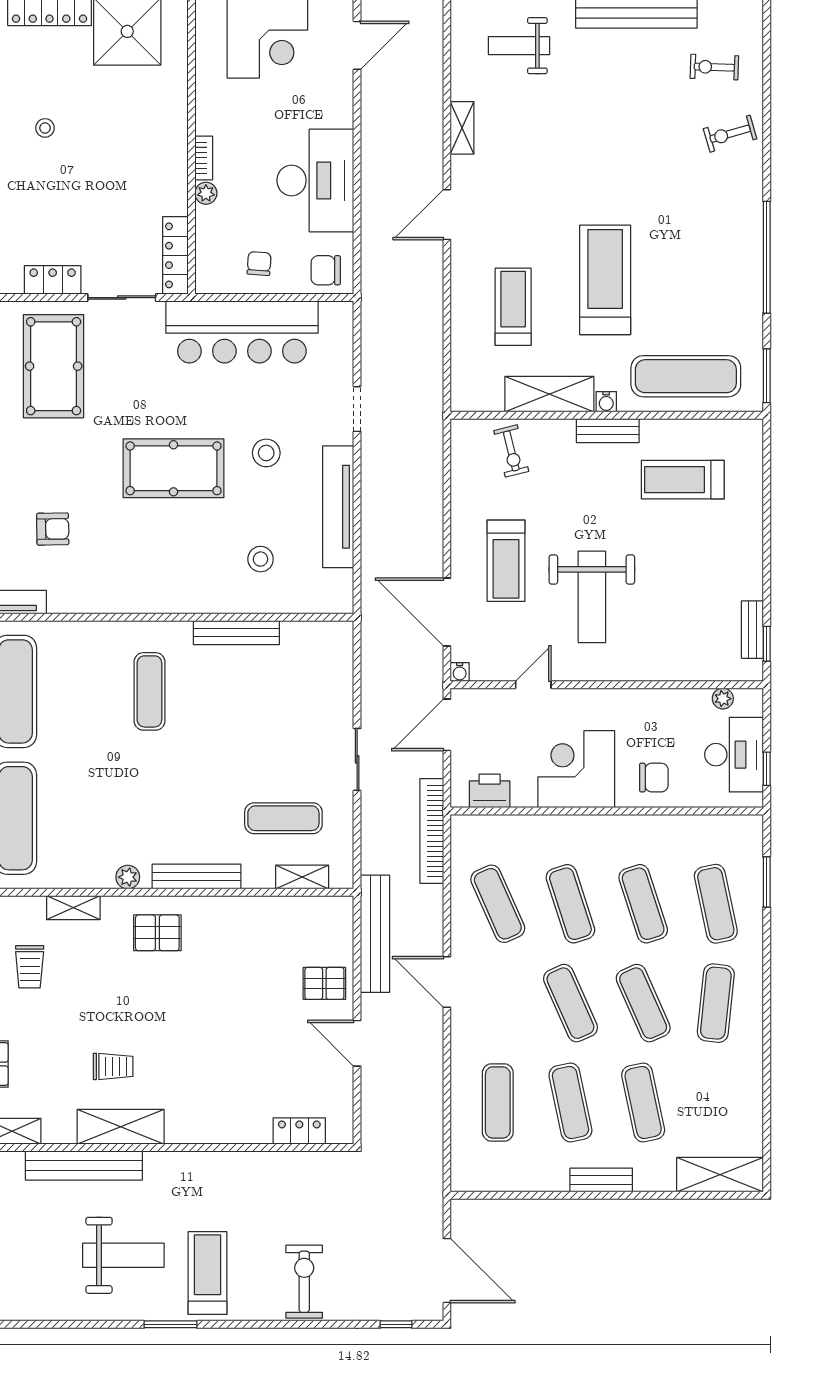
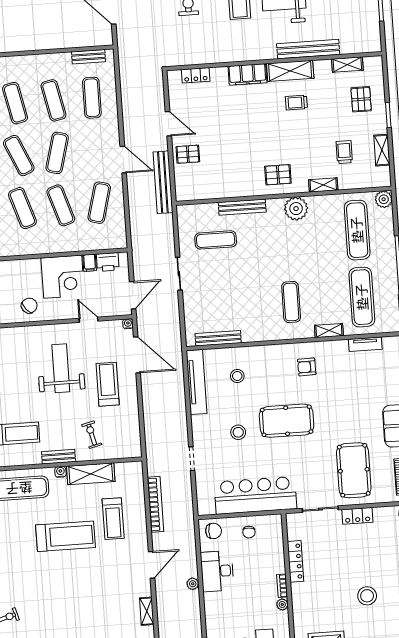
stool: (45, 128) -> (367, 596), width x1.89, depth x1.89
plant: (372, 174) -> (193, 584), added
desk: (315, 180) -> (217, 571), width x0.73, depth x0.77
plant: (206, 193) -> (282, 604), moved
locker: (175, 255) -> (295, 561), moved
treadmill: (605, 280) -> (66, 536), turned -90
exercise bike: (511, 451) -> (92, 435), moved
tv unit: (338, 507) -> (196, 382), moved
armchair: (53, 529) -> (307, 367), moved
bench: (236, 633) -> (218, 338), moved
door: (533, 685) -> (89, 320), swing flipped
chair: (654, 778) -> (29, 306), moved, turned 141
filing cabinet: (524, 792) -> (90, 263), added
bookcase: (432, 831) -> (155, 504), moved
plant: (128, 877) -> (296, 209), width x1.87, depth x1.87
bench: (197, 877) -> (242, 207), moved
shelving: (302, 877) -> (329, 331), moved
exercise mat: (498, 904) -> (99, 203), turned 39
exercise mat: (570, 1003) -> (57, 153), turned 39
filing cabinet: (202, 1126) -> (247, 74), added
bench: (601, 1180) -> (88, 57), moved

